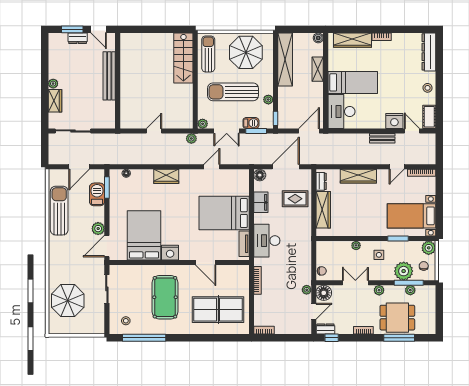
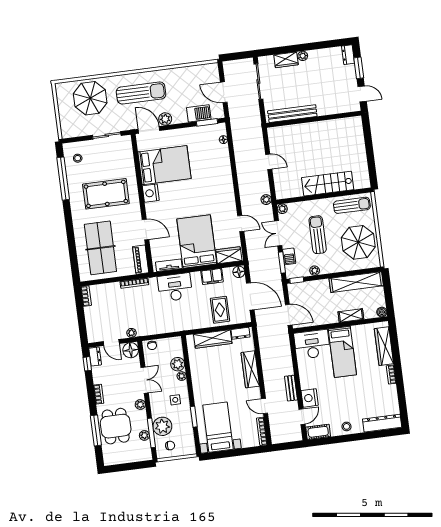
door: (99, 29) -> (362, 94), swing flipped
dresser: (78, 38) -> (348, 55), moved
stairs: (183, 58) -> (328, 184), moved
bench: (109, 76) -> (292, 114), moved
sun lounger: (233, 92) -> (318, 235), width x0.73, depth x0.75
wardrobe: (166, 176) -> (229, 255), moved, turned 90
sun lounger: (59, 211) -> (141, 93), moved
plant: (429, 248) -> (178, 364), moved
door: (206, 262) -> (145, 230), swing flipped
piano: (235, 271) -> (141, 260), added

